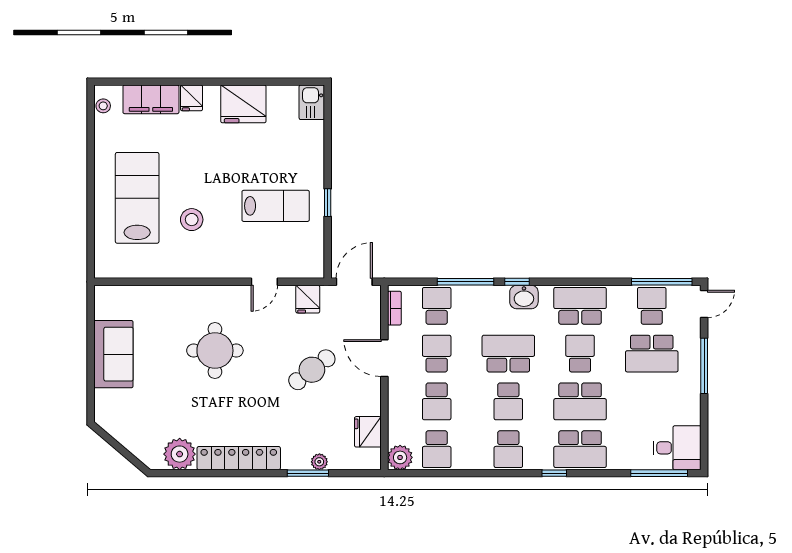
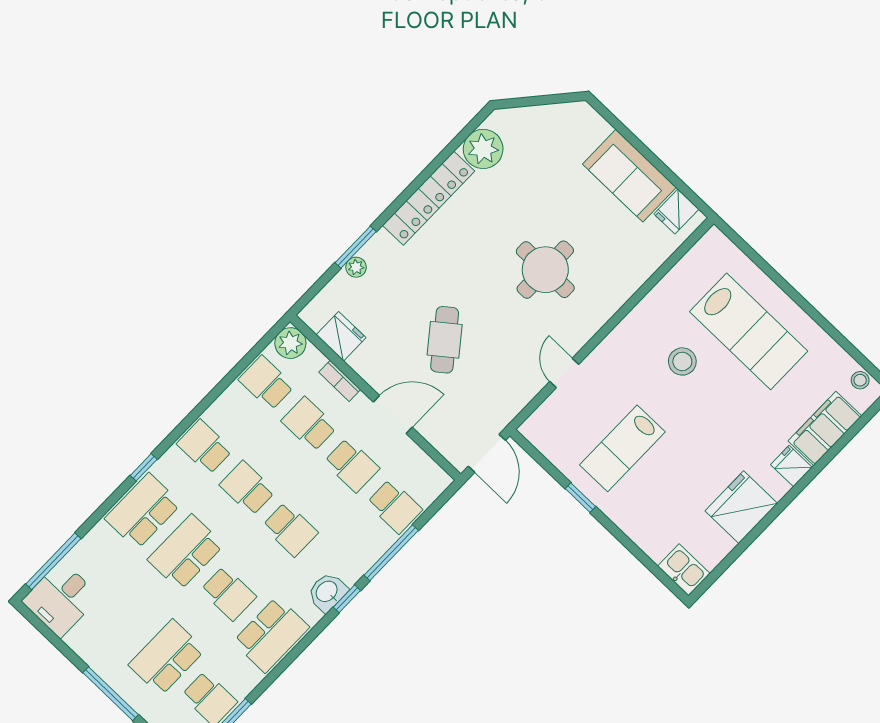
fridge: (308, 299) -> (676, 211), moved, turned -90
bookcase: (394, 308) -> (340, 381), moved
school desk: (508, 354) -> (290, 529), width x0.54

